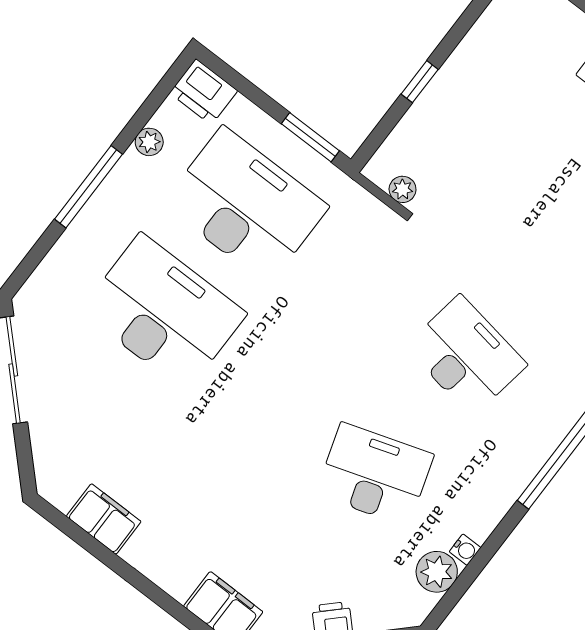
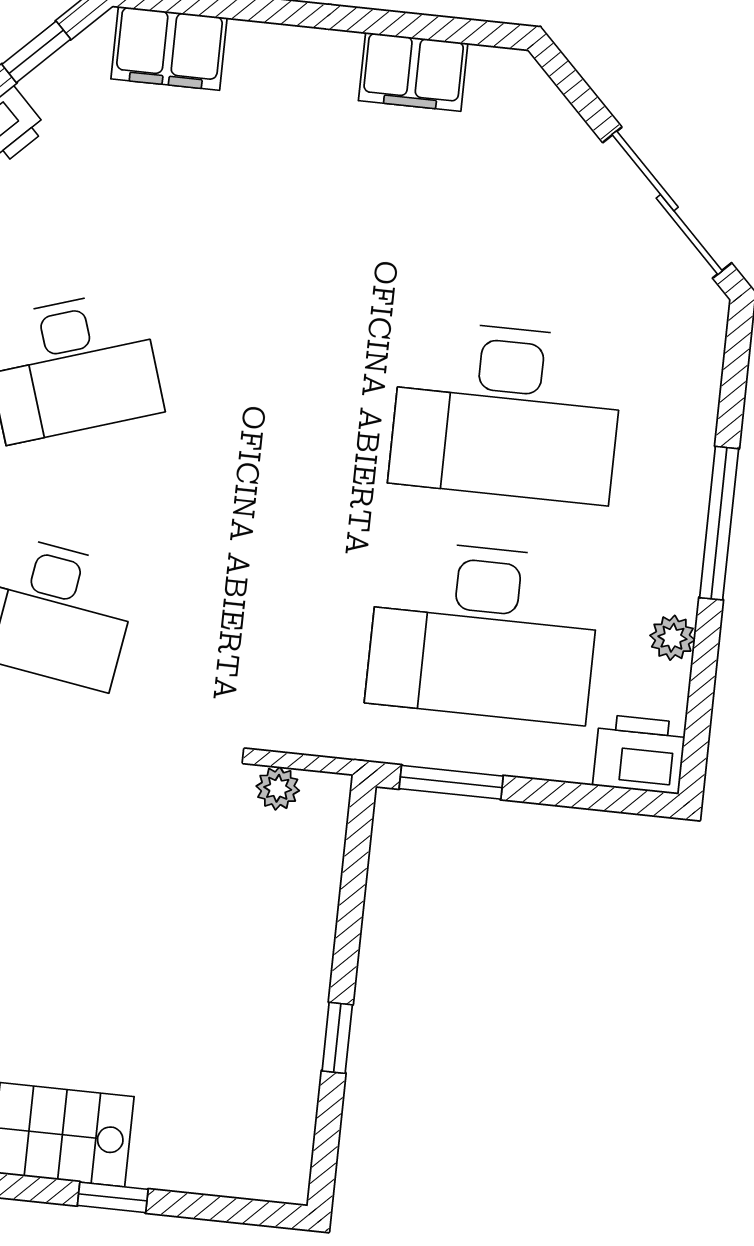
window: (420, 82) -> (337, 1038), moved

